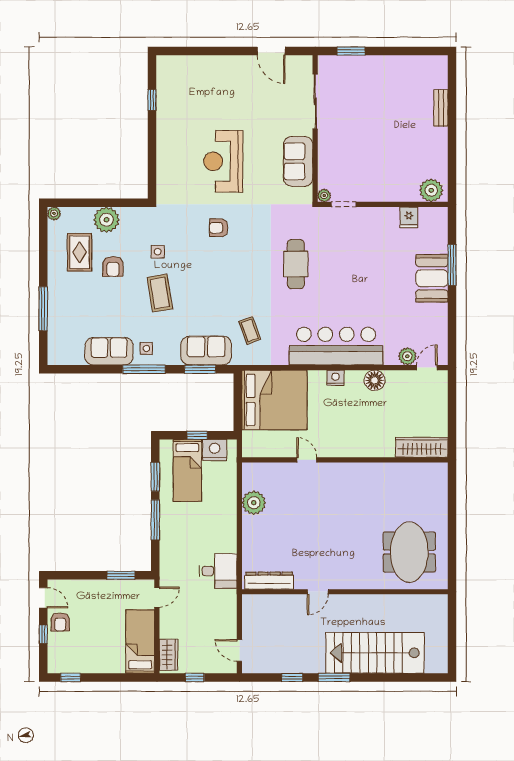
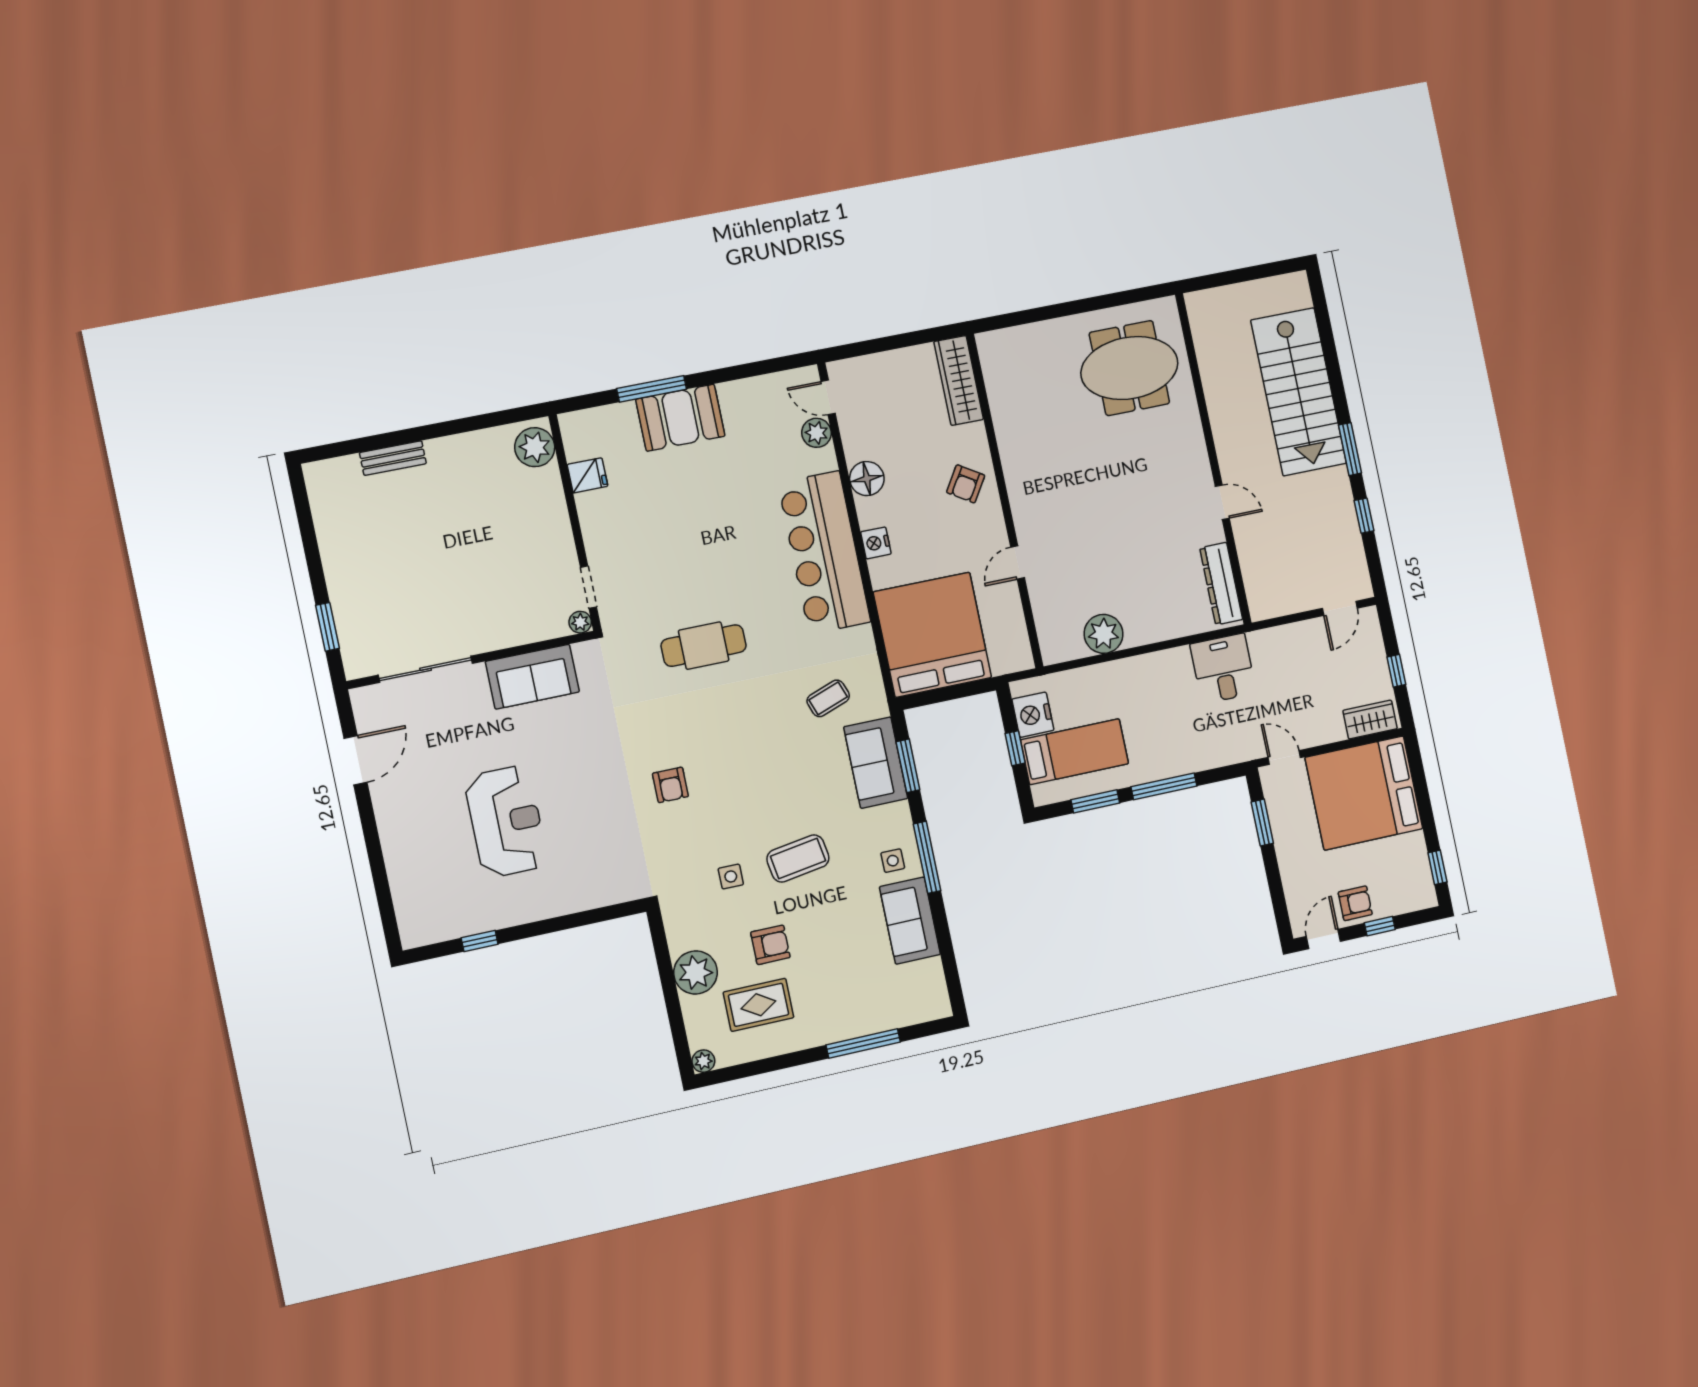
reception desk: (223, 161) -> (506, 821), moved, turned -90
armchair: (360, 439) -> (966, 484), added
bed: (140, 642) -> (1364, 793), width x2.04

